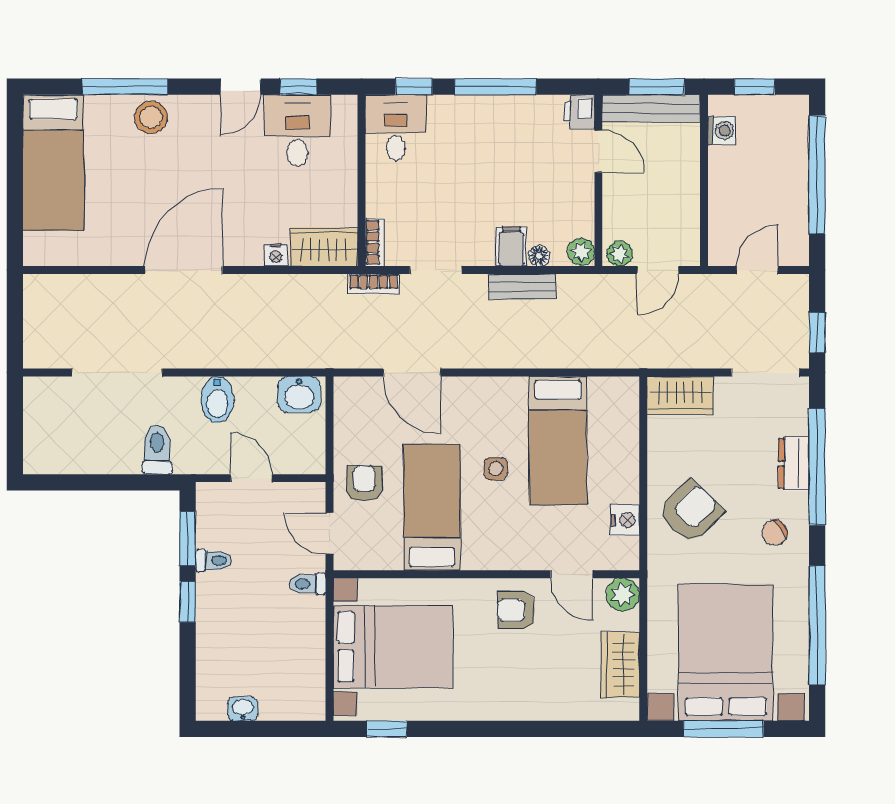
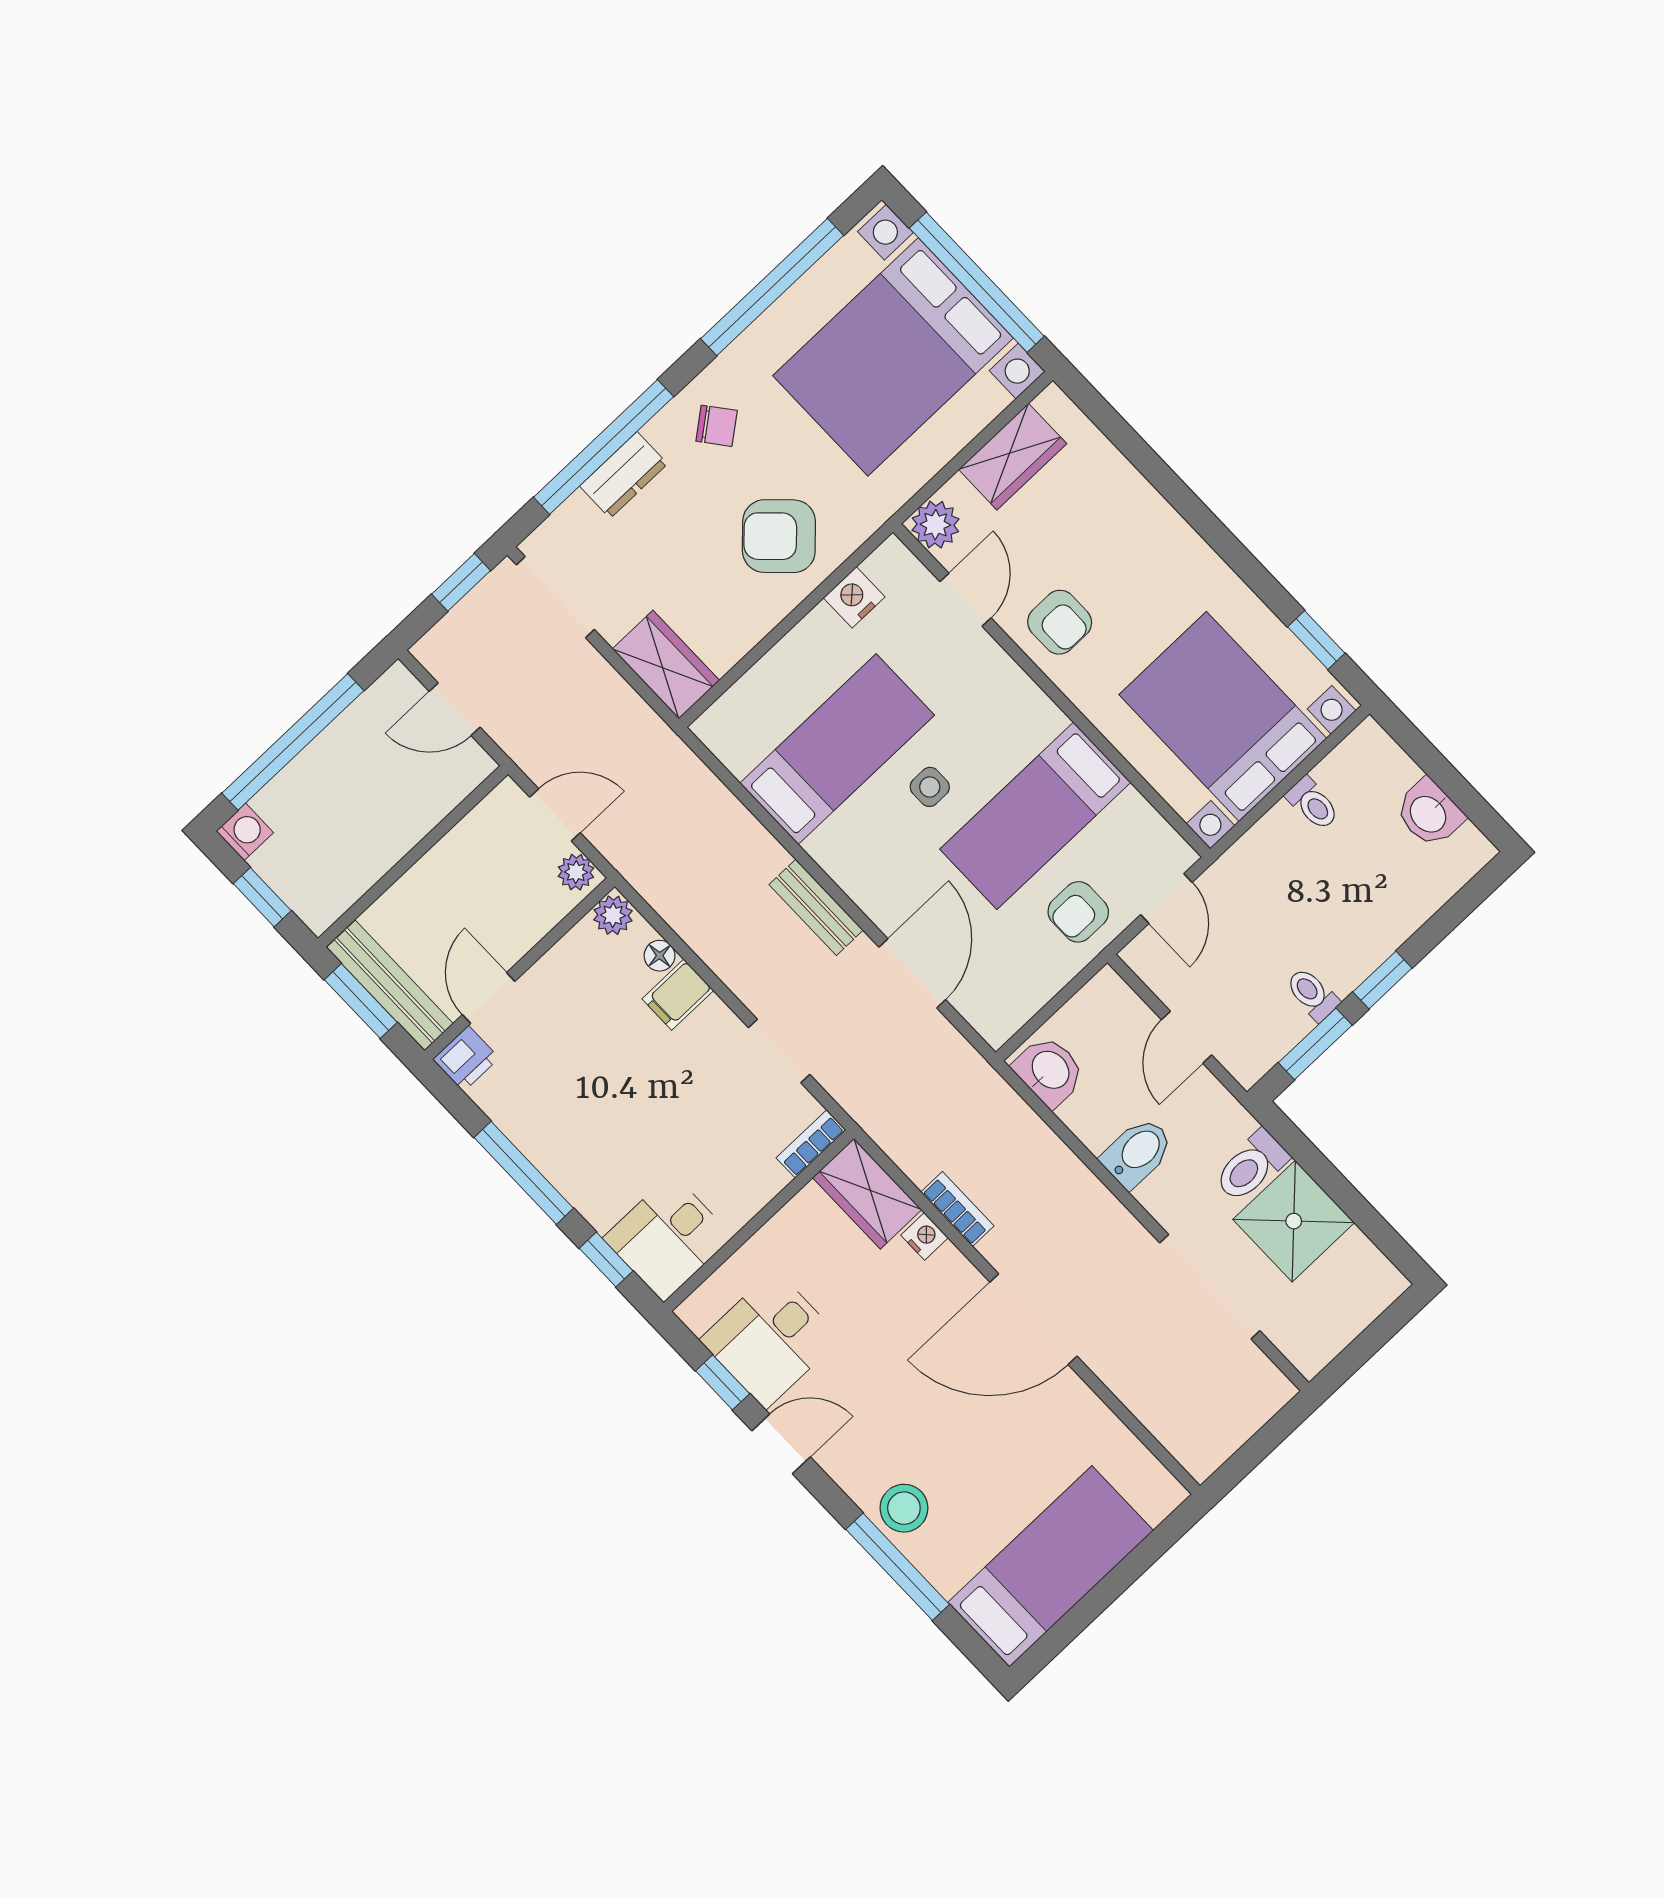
washing machine: (722, 130) -> (245, 832), moved, turned 90
bookcase: (374, 284) -> (957, 1209), moved
bench: (522, 287) -> (816, 907), moved
shower: (110, 445) -> (1294, 1221), added
toilet: (308, 584) -> (1313, 804), moved
washbasin: (243, 709) -> (1429, 813), width x1.38, depth x1.45
window: (723, 729) -> (977, 282), width x1.46

